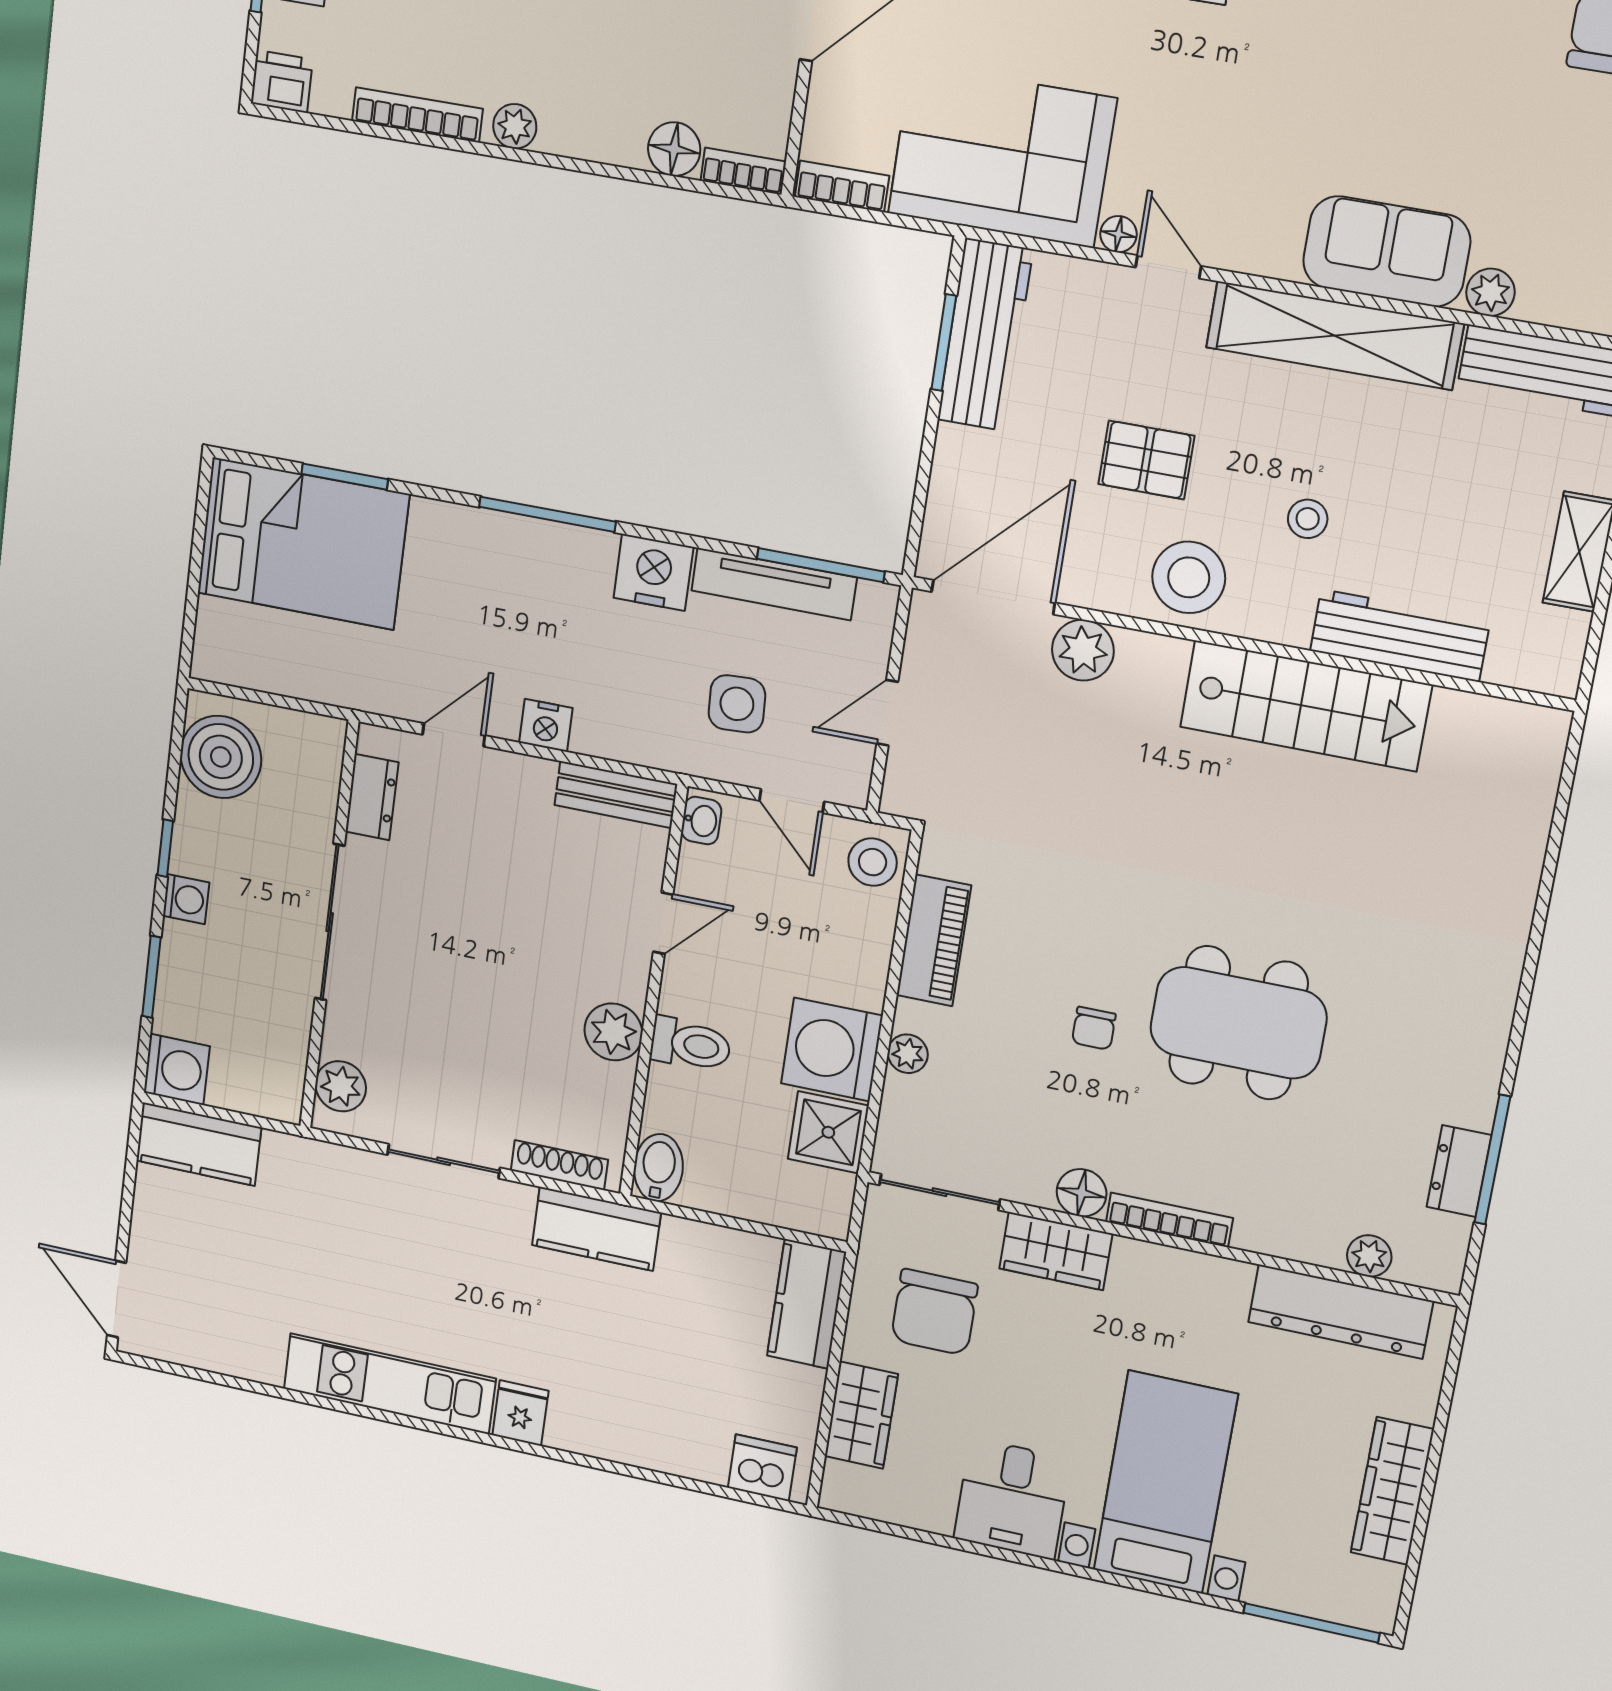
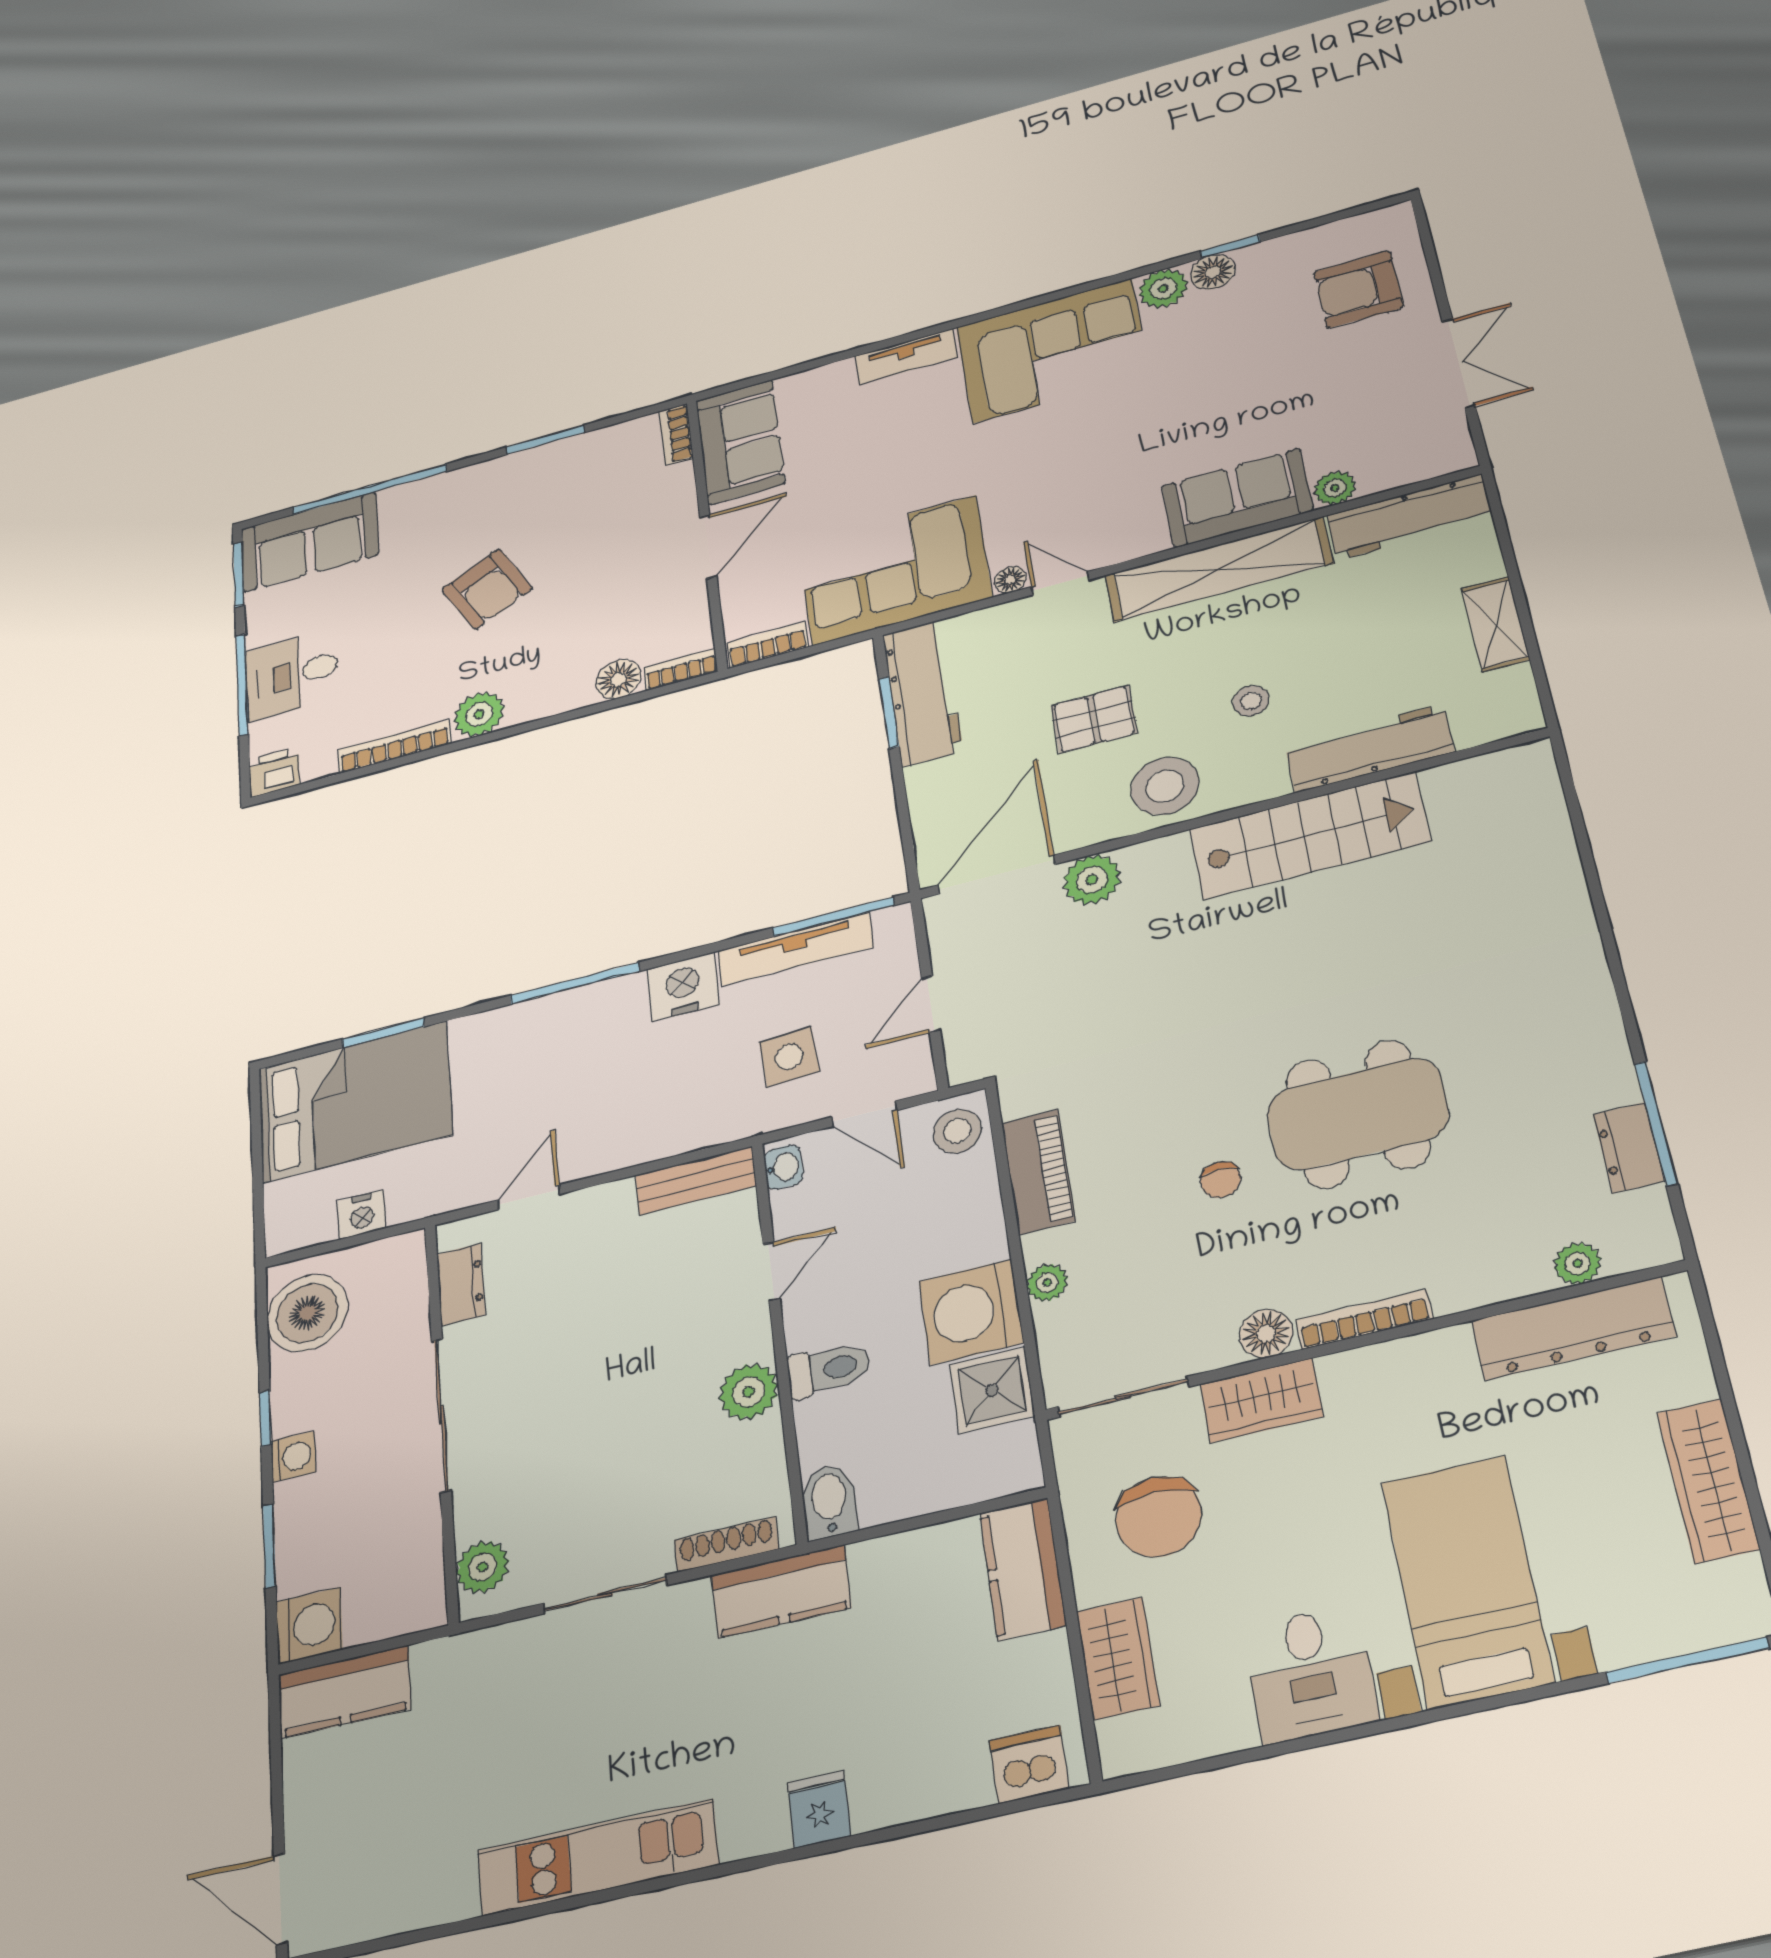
plant: (515, 126) -> (479, 714), width x1.38, depth x1.38
nightstand: (546, 725) -> (362, 1215), moved
fridge: (520, 1413) -> (819, 1809), moved

